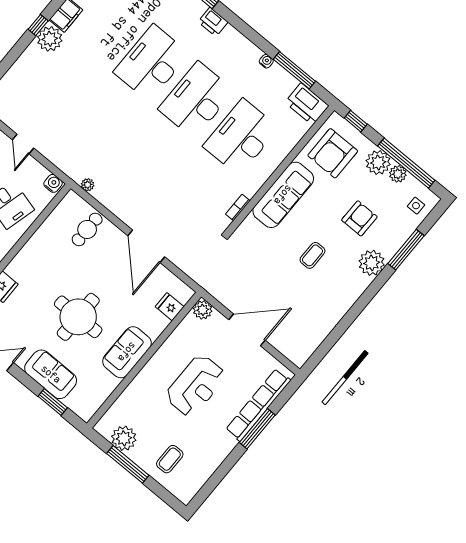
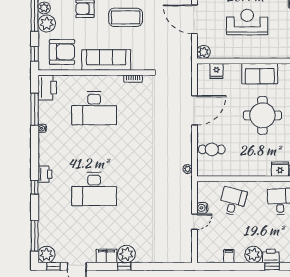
desk: (196, 100) -> (94, 149), removed
water cooler: (53, 183) -> (202, 208), moved
coffee table: (312, 255) -> (126, 17), width x1.86, depth x1.72

